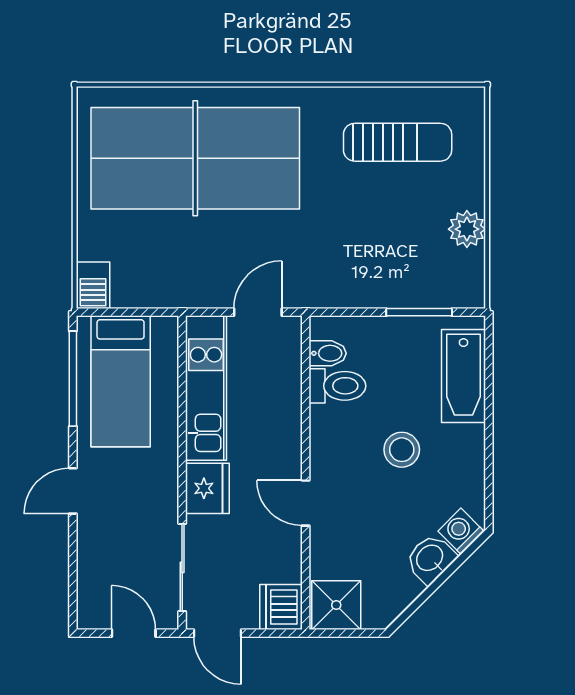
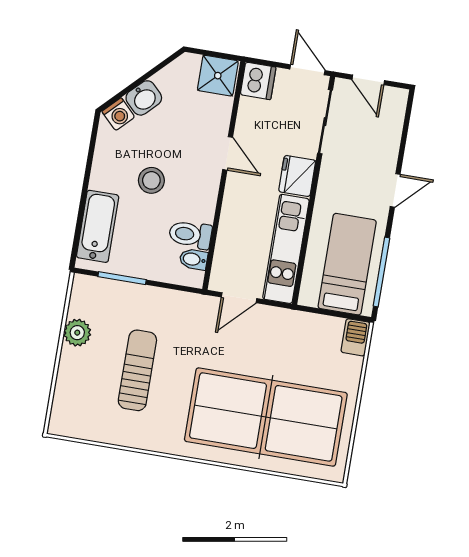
sun lounger: (398, 142) -> (137, 370), moved, turned 90

